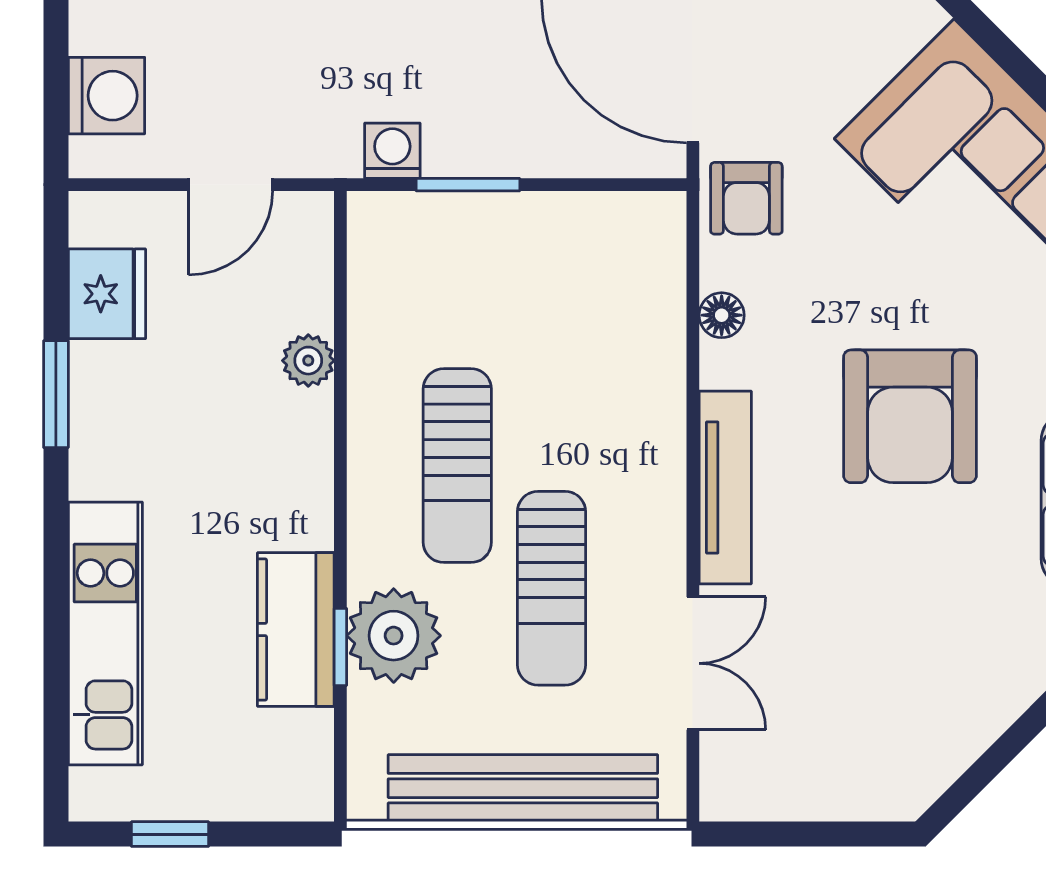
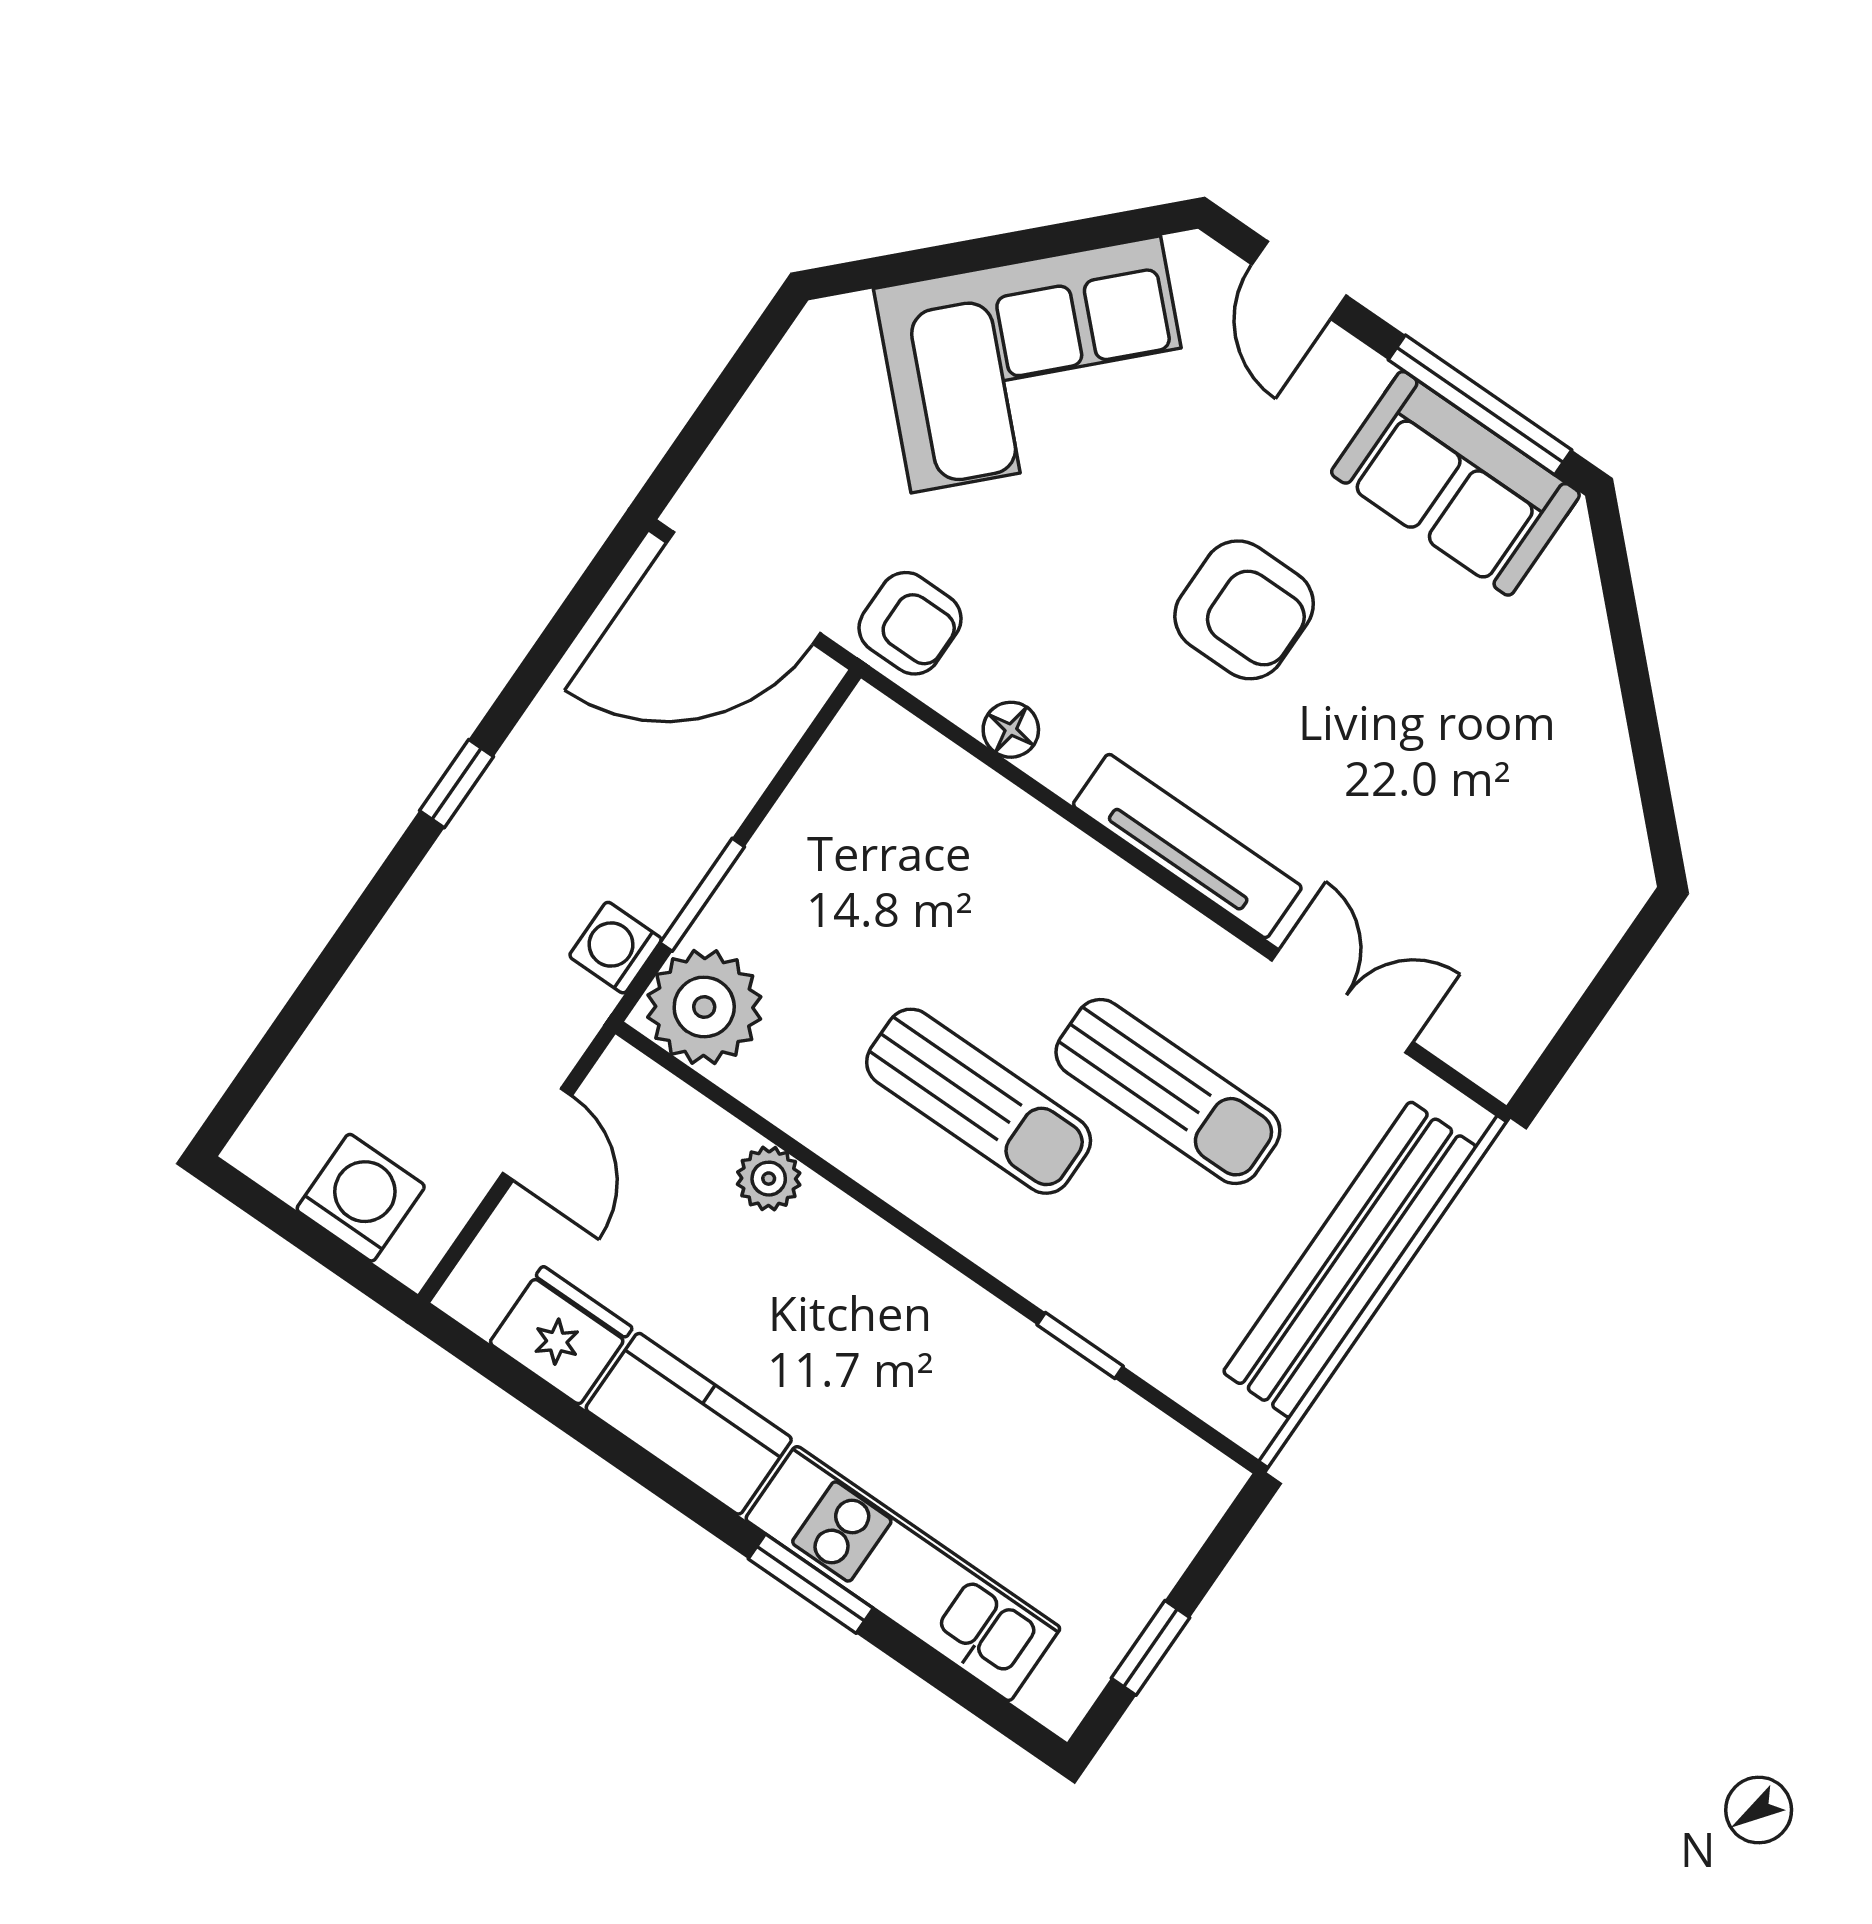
window: (56, 394) -> (811, 1584), moved
armchair: (910, 416) -> (1244, 610), width x0.73, depth x0.73
kitchen counter: (296, 630) -> (689, 1424), moved, turned 180
plant: (394, 636) -> (704, 1007), moved

